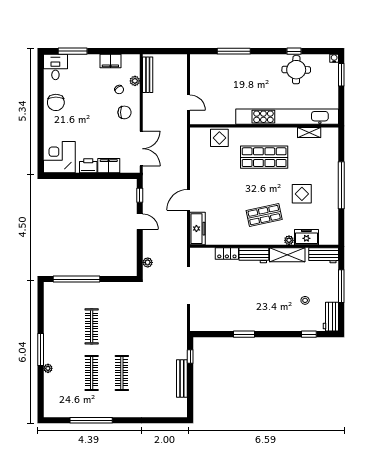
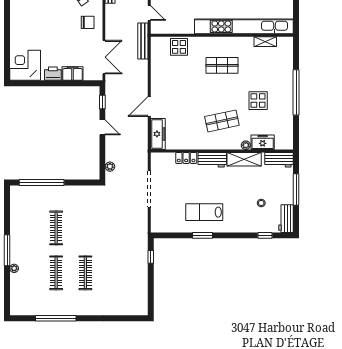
chair: (56, 102) -> (22, 13), removed
shop shelf: (264, 157) -> (222, 65), width x0.70, depth x0.74
lab bench: (246, 310) -> (204, 212), added
bench: (182, 379) -> (143, 41), moved

